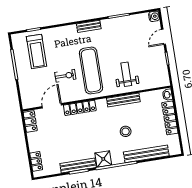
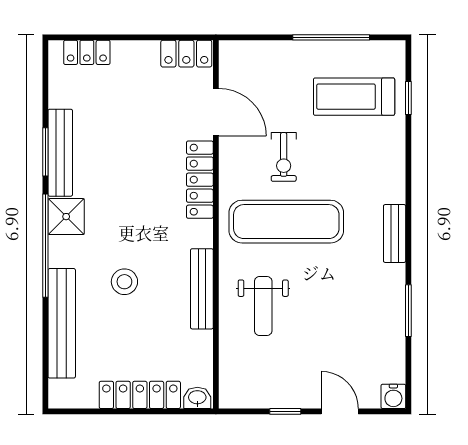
weight bench: (126, 74) -> (263, 306), turned 90

